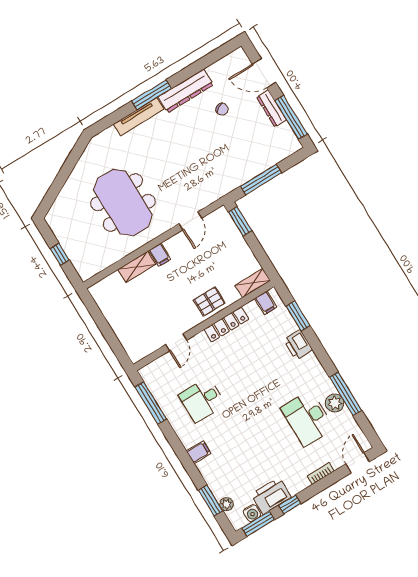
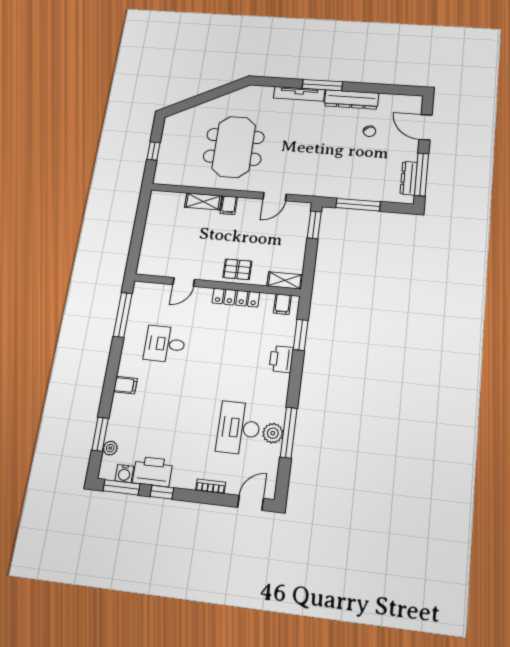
dresser: (272, 108) -> (409, 178), moved

